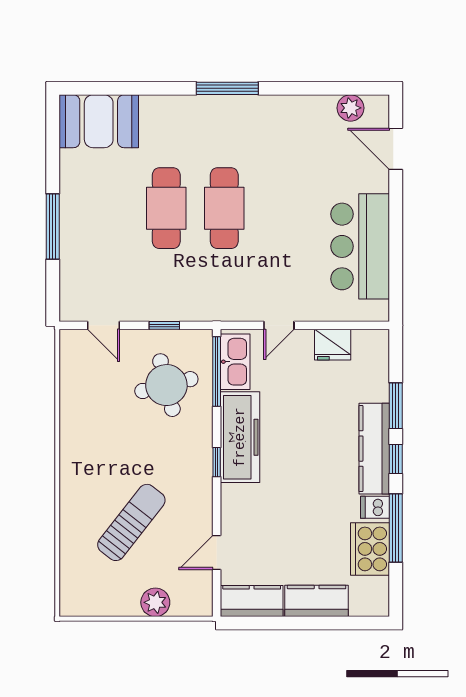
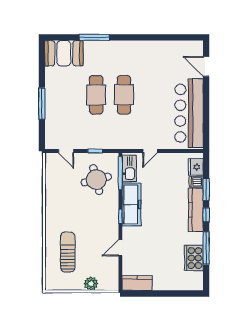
window: (227, 88) -> (94, 37), moved
plant: (350, 108) -> (184, 47), removed
bar counter: (360, 246) -> (189, 113), width x1.36
fridge: (333, 345) -> (196, 167), moved, turned 90
dishwasher: (375, 507) -> (196, 182), moved
sun lounger: (131, 522) -> (68, 252), moved, turned -38
door: (217, 553) -> (120, 248), moved
kitchen counter: (317, 601) -> (168, 283), removed

